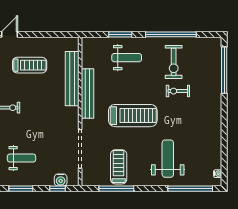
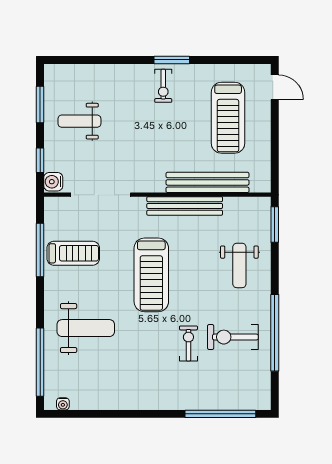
window: (120, 34) -> (275, 224), moved
treadmill: (30, 65) -> (228, 118), width x1.37, depth x1.38
weight bench: (22, 158) -> (79, 121), moved, turned 90
water cooler: (61, 180) -> (53, 182), moved

